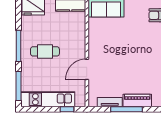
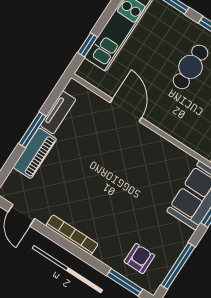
window: (127, 109) -> (32, 130), width x0.69

